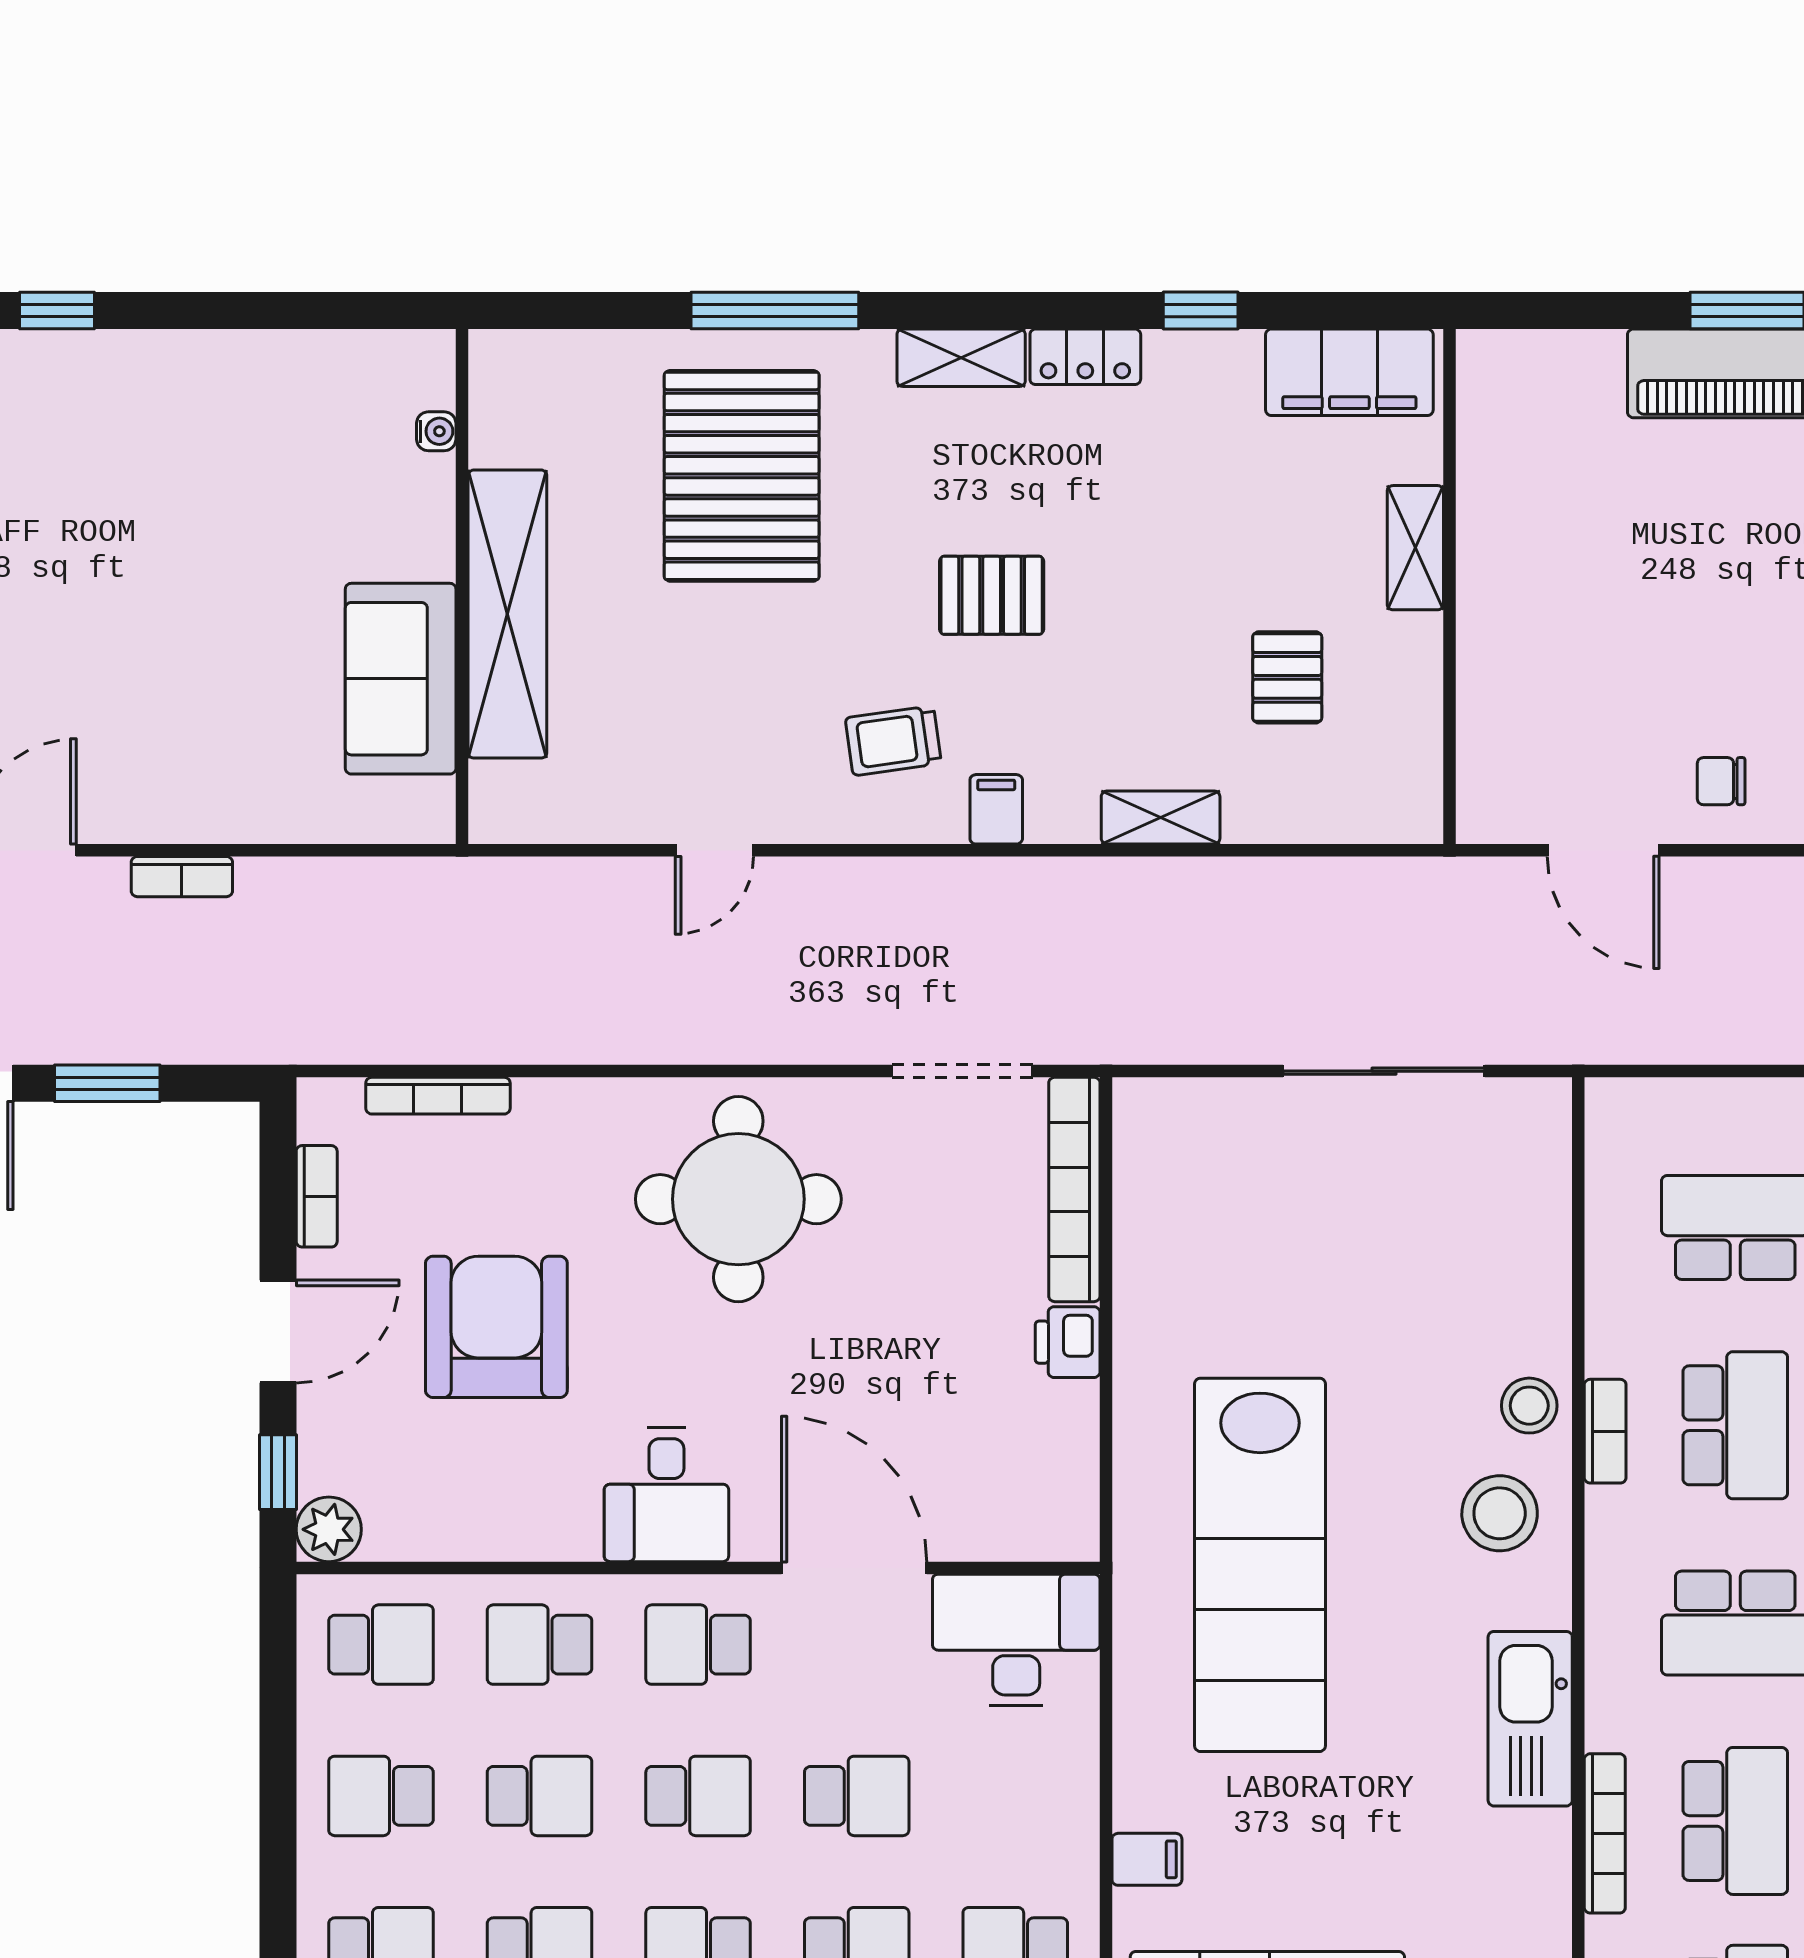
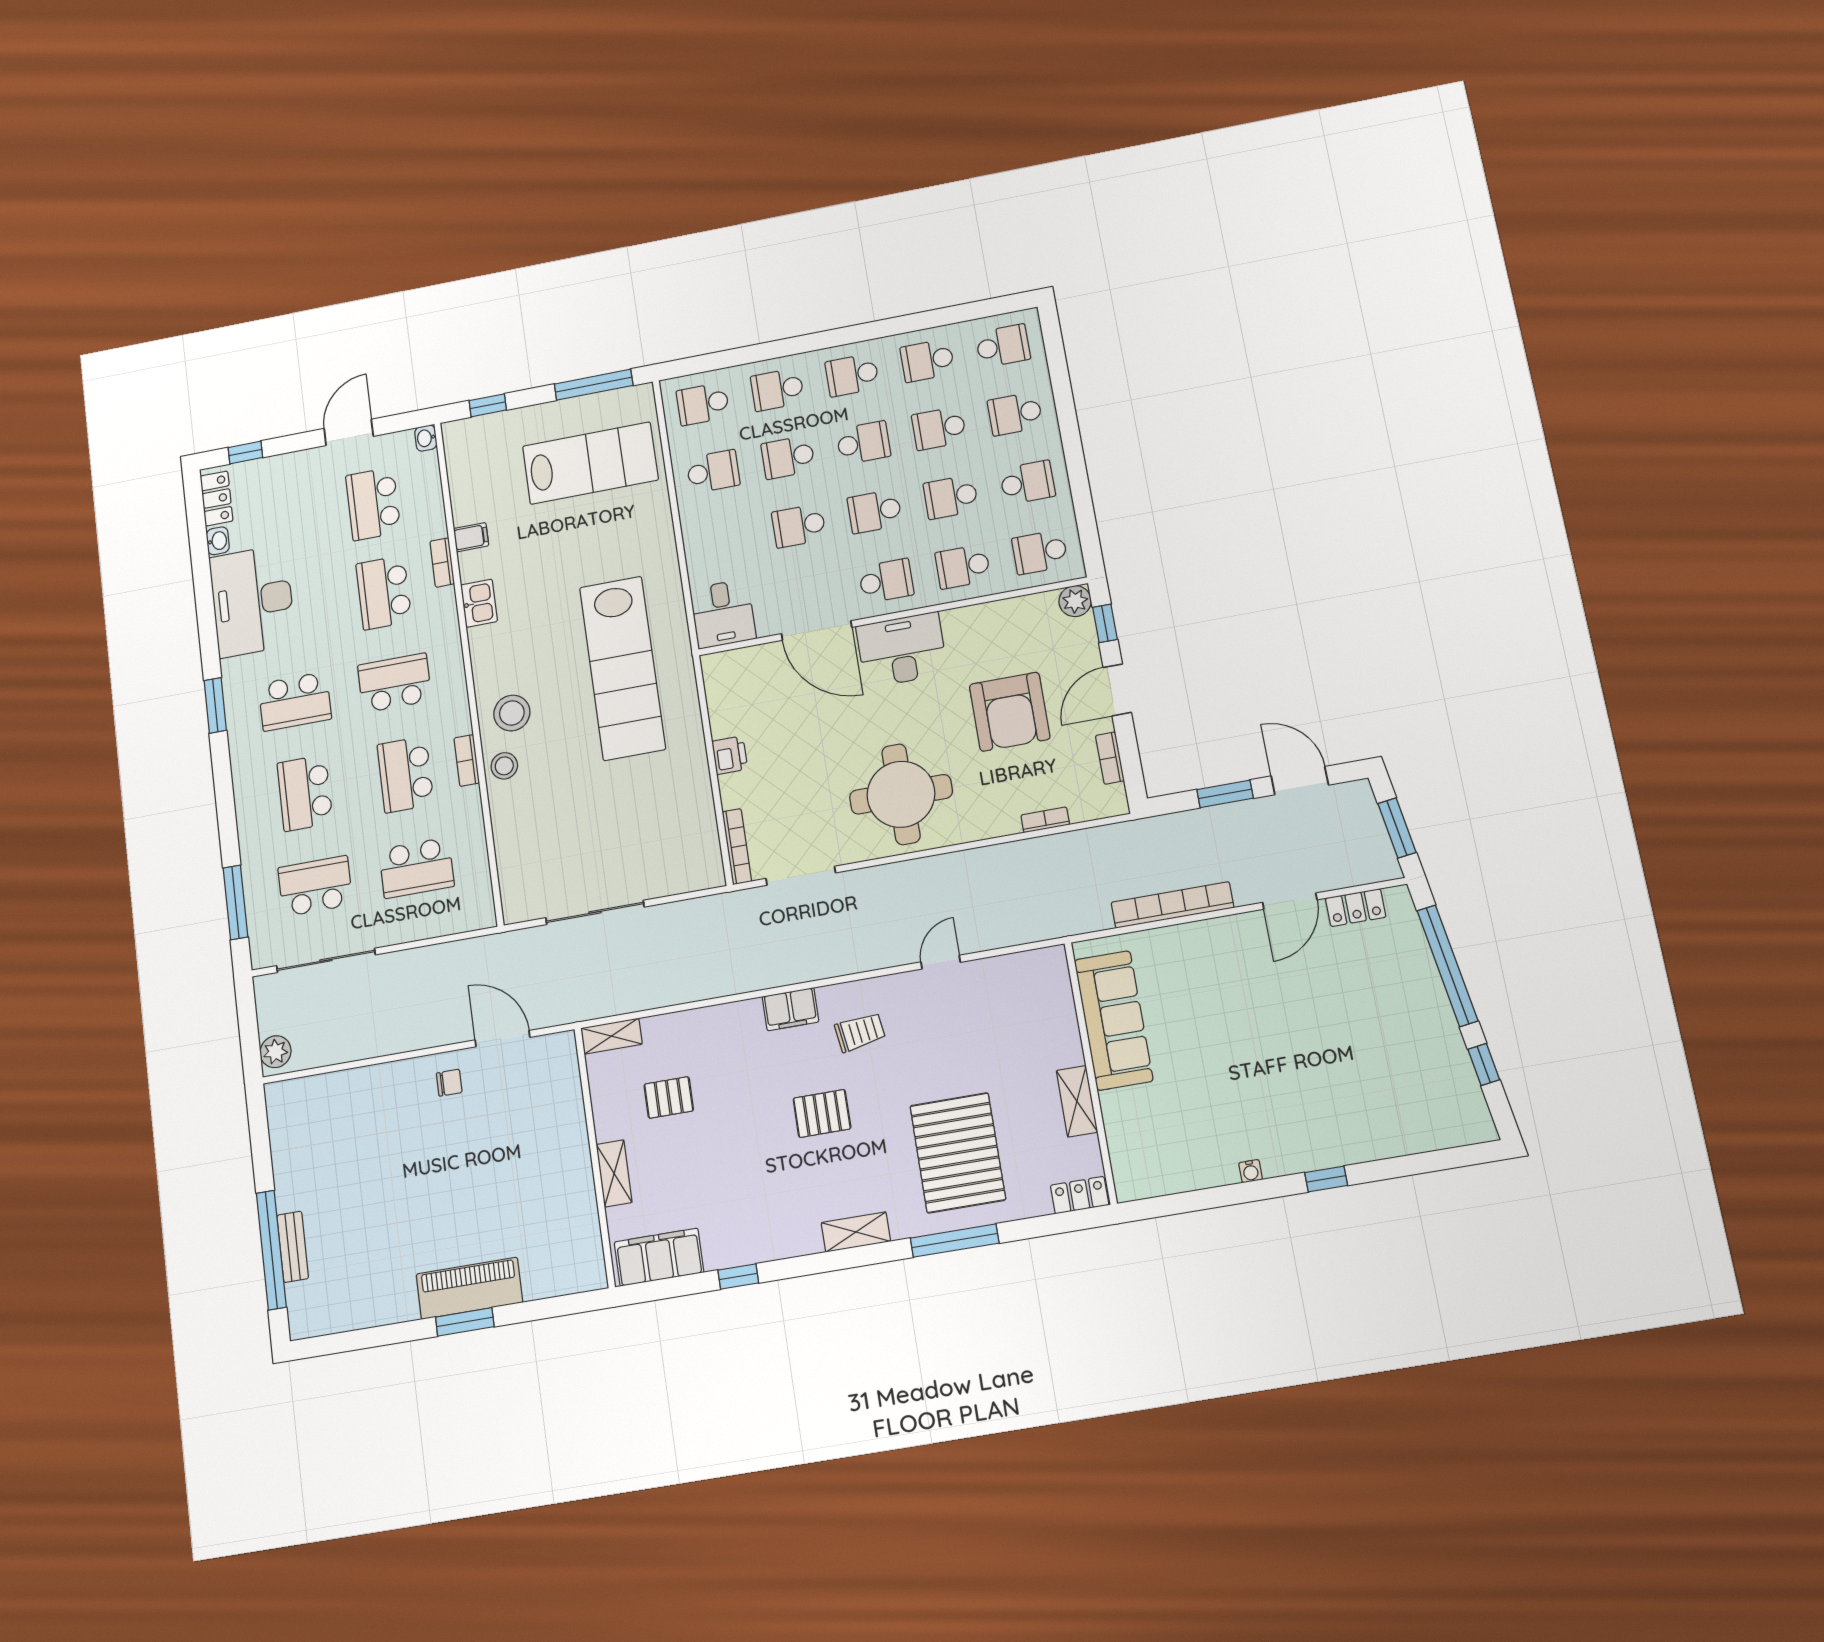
locker: (1085, 357) -> (1080, 1195), moved
water cooler: (436, 431) -> (1251, 1171), moved, turned -90
shelving: (507, 614) -> (1077, 1101), width x0.45, depth x0.75
pallet: (1287, 677) -> (669, 1097), turned 90
sofa: (401, 679) -> (1114, 1020), width x1.36
filing cabinet: (996, 809) -> (790, 1009), width x2.00
shelving: (1161, 817) -> (611, 1036), moved
bookcase: (182, 877) -> (1172, 905), width x2.31, depth x1.31
bookcase: (438, 1096) -> (1045, 820), width x0.64
bookcase: (1074, 1189) -> (737, 847), width x0.68, depth x0.76
desk: (666, 1495) -> (902, 650), width x1.37
lab bench: (1260, 1565) -> (622, 668), turned 180
desk: (1016, 1640) -> (723, 614), width x0.73
school desk: (540, 1645) -> (963, 567), turned 180
kitchen sink: (1530, 1719) -> (479, 603), width x0.53, depth x0.81
bookcase: (1605, 1833) -> (442, 563), width x0.64
filing cabinet: (1147, 1859) -> (471, 537), moved, turned 180

